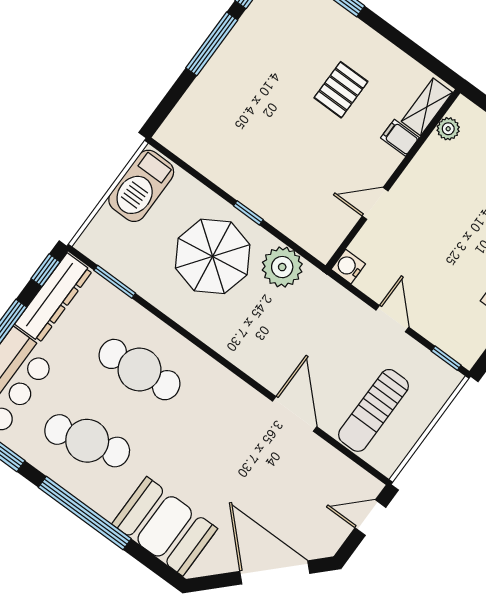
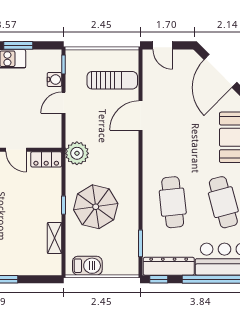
shelving: (211, 166) -> (54, 238), added
barbecue: (141, 186) -> (87, 266), width x0.73, depth x0.83
locker: (330, 236) -> (46, 159), added
plant: (282, 267) -> (77, 153), moved
water cooler: (348, 267) -> (54, 79), moved, turned -90

